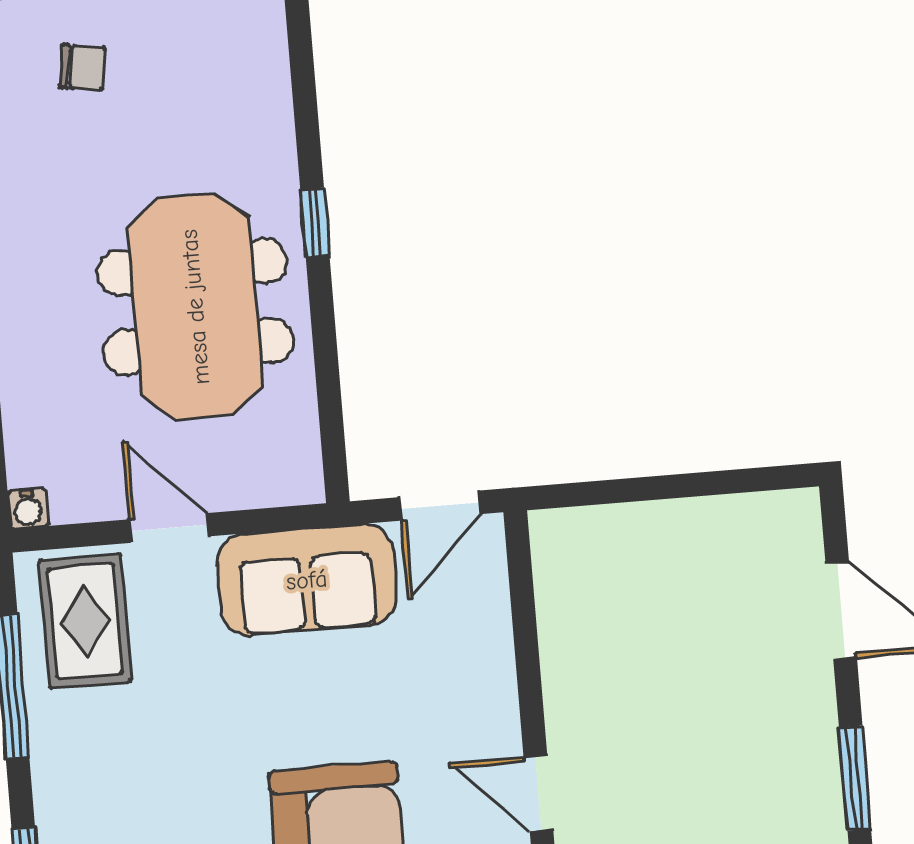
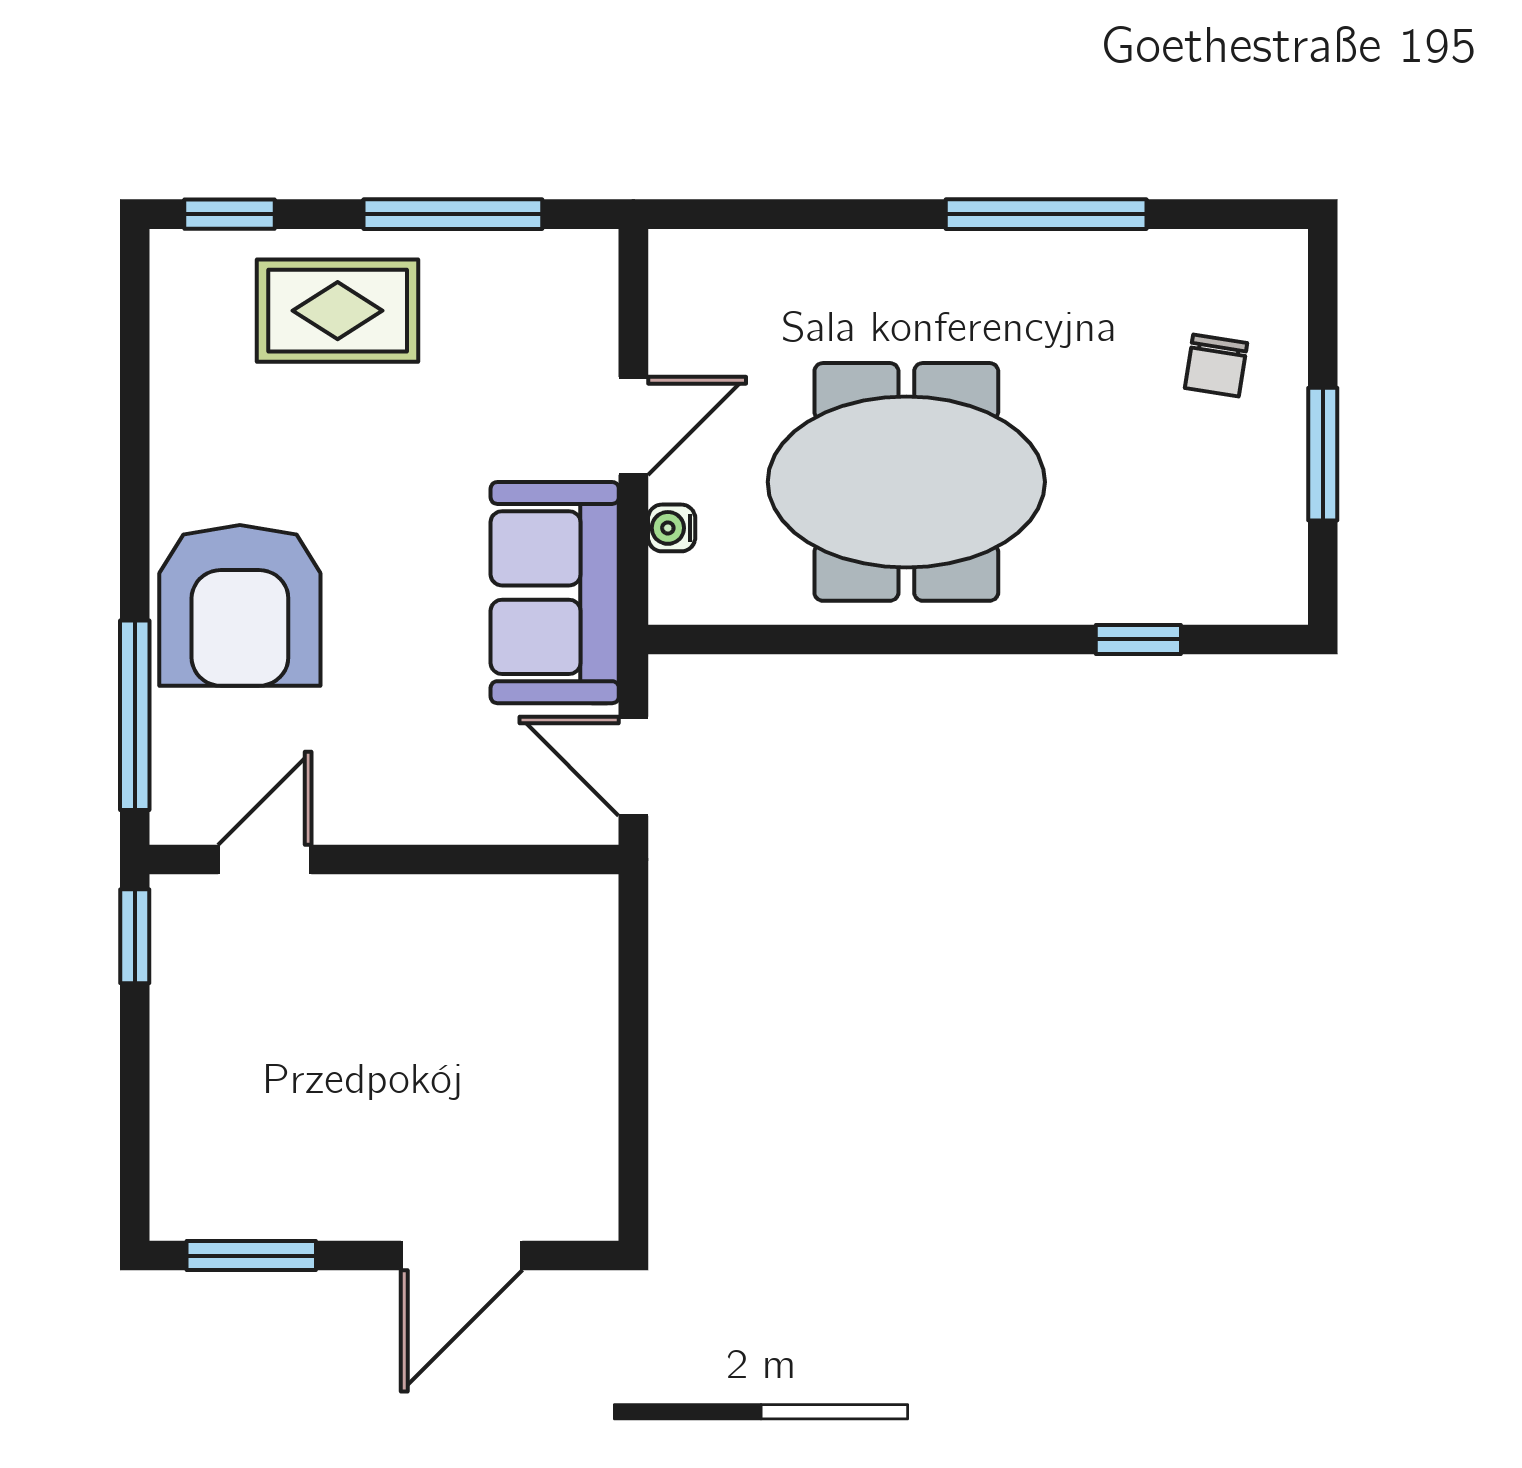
window: (315, 222) -> (1138, 639), moved
water cooler: (28, 509) -> (672, 528), moved
rug: (85, 621) -> (338, 311), moved

